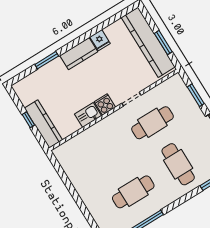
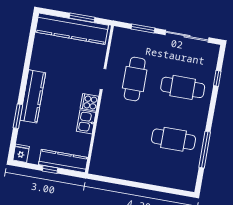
fridge: (100, 40) -> (21, 153), moved, turned -90
kitchen counter: (79, 54) -> (33, 96), width x1.50
cafe table: (133, 192) -> (174, 139), turned 90

